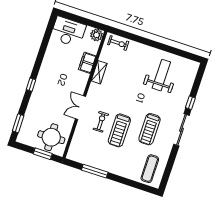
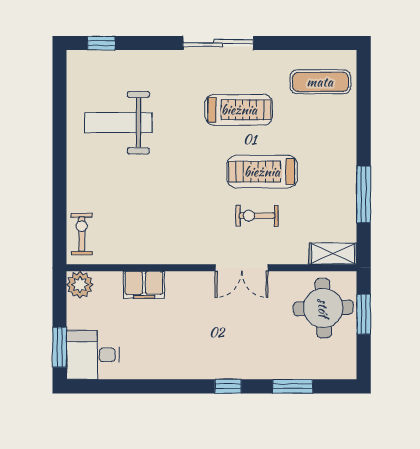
window: (72, 17) -> (59, 347), added
desk: (68, 32) -> (93, 355), width x0.73
shelving: (99, 72) -> (333, 254), moved
window: (190, 103) -> (101, 43), moved
window: (18, 123) -> (293, 386), moved
treadmill: (119, 130) -> (262, 172), turned 180

